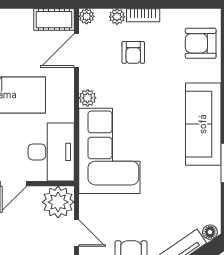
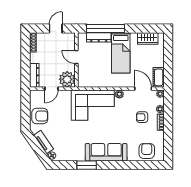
desk: (51, 152) -> (92, 76), removed

